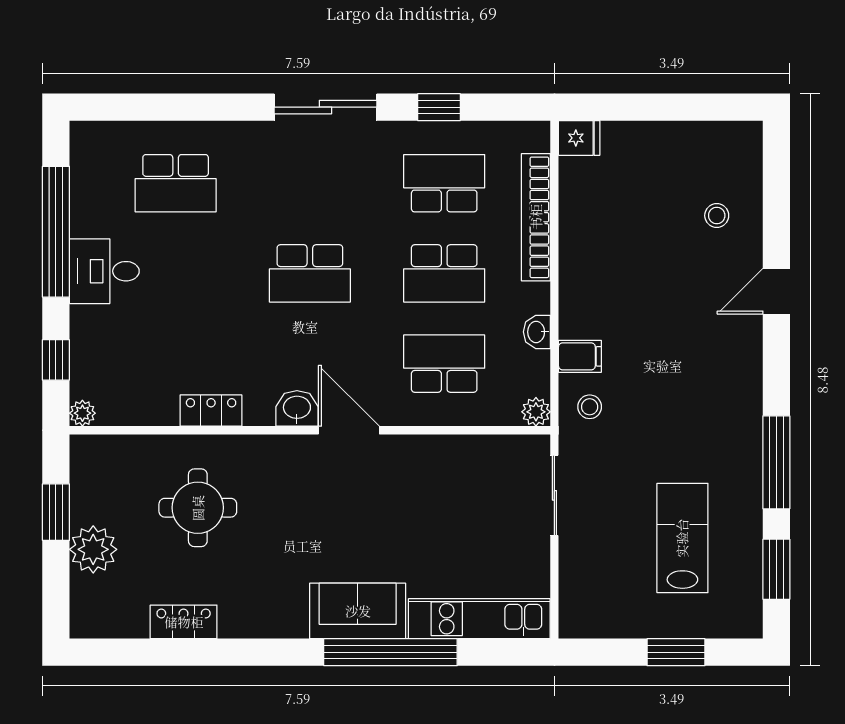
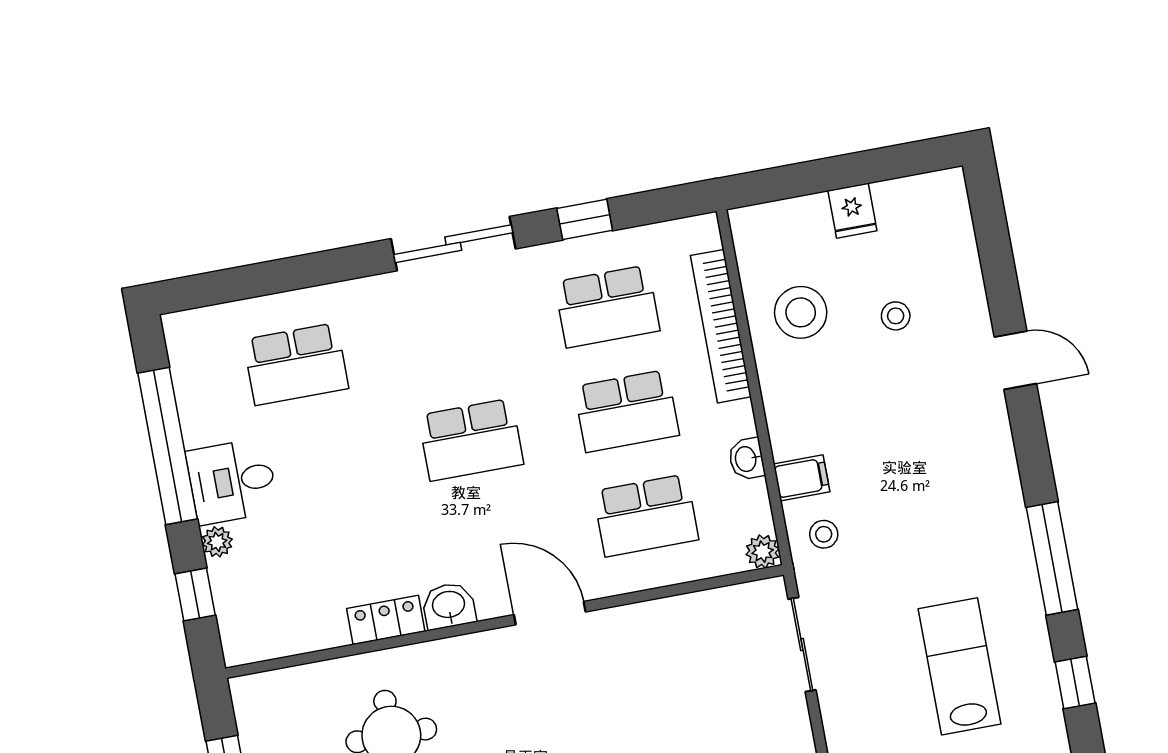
fridge: (579, 138) -> (852, 211), moved, turned 90
school desk: (444, 183) -> (607, 306), turned 180
stool: (717, 216) -> (896, 316), moved
stool: (605, 218) -> (801, 312), added
door: (776, 291) -> (1015, 360), swing flipped
school desk: (444, 364) -> (646, 515), turned 180
washbasin: (297, 408) -> (449, 606), moved
plant: (82, 413) -> (217, 542), moved
window: (776, 569) -> (1075, 682), width x0.67

